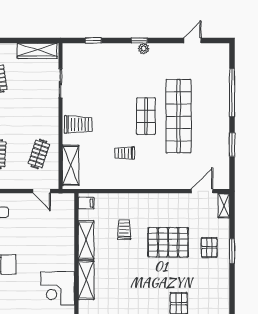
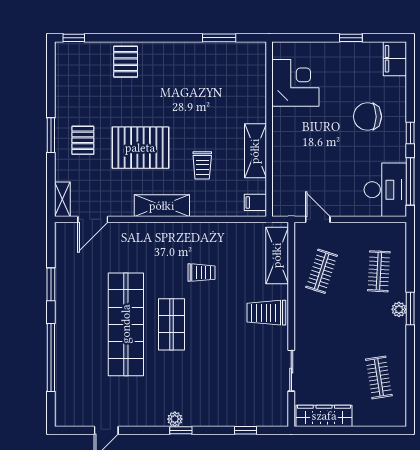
shelving: (86, 280) -> (162, 206), moved, turned 90

